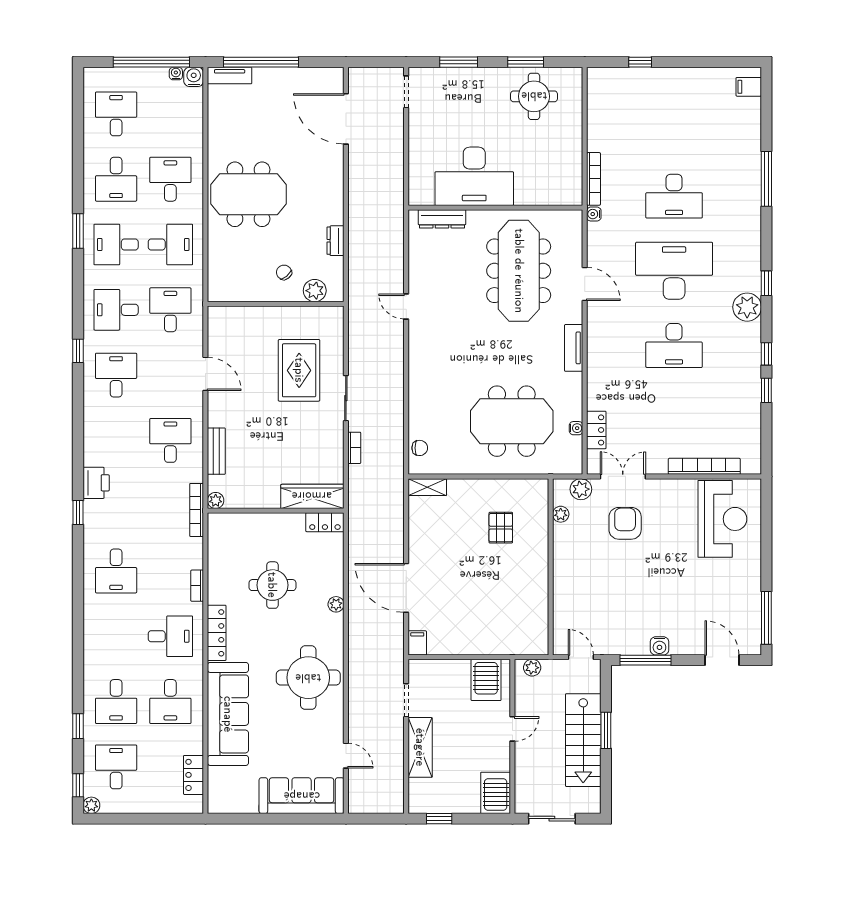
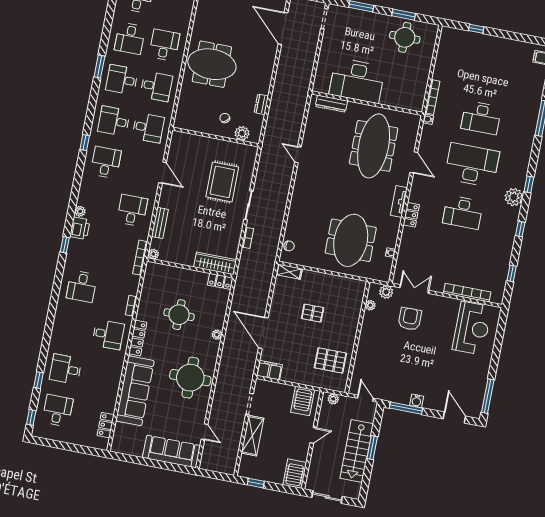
desk: (170, 310) -> (148, 128), turned 90
window: (766, 390) -> (512, 273), moved
meeting table: (512, 421) -> (351, 240), turned 90
locker: (596, 430) -> (411, 215), moved
pallet: (501, 528) -> (313, 313), moved, turned 90
pallet: (516, 610) -> (330, 360), added
filing cabinet: (417, 643) -> (269, 370), width x2.00
desk: (116, 702) -> (66, 369), turned 90
desk: (170, 702) -> (100, 376), removed
plant: (91, 805) -> (80, 211), moved

